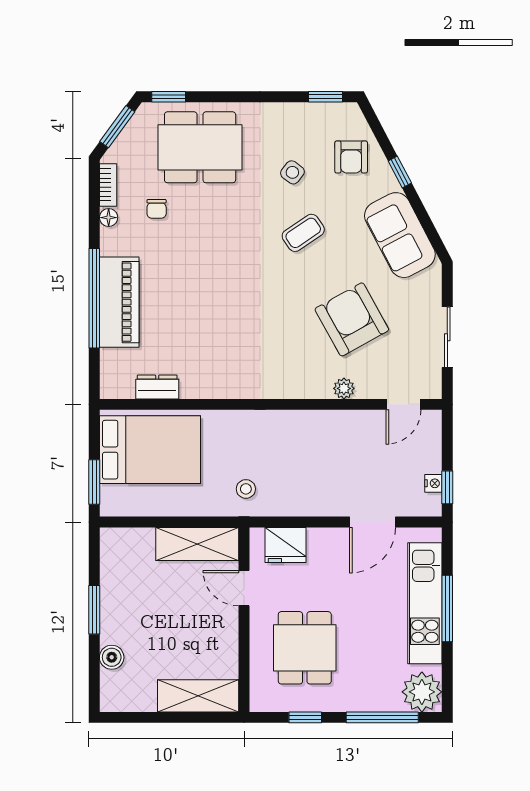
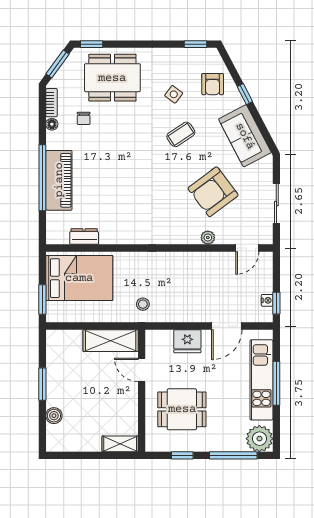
armchair: (352, 319) -> (213, 192), turned -98
fridge: (286, 545) -> (187, 341), moved
dining table: (305, 648) -> (182, 409), turned 90
shelving: (198, 696) -> (120, 444), width x0.67, depth x0.75

